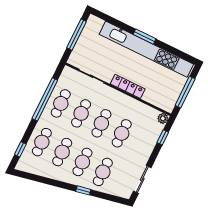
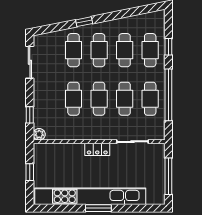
locker: (128, 86) -> (97, 149), width x0.66
window: (185, 92) -> (30, 172), width x0.46
window: (20, 149) -> (168, 47), moved

